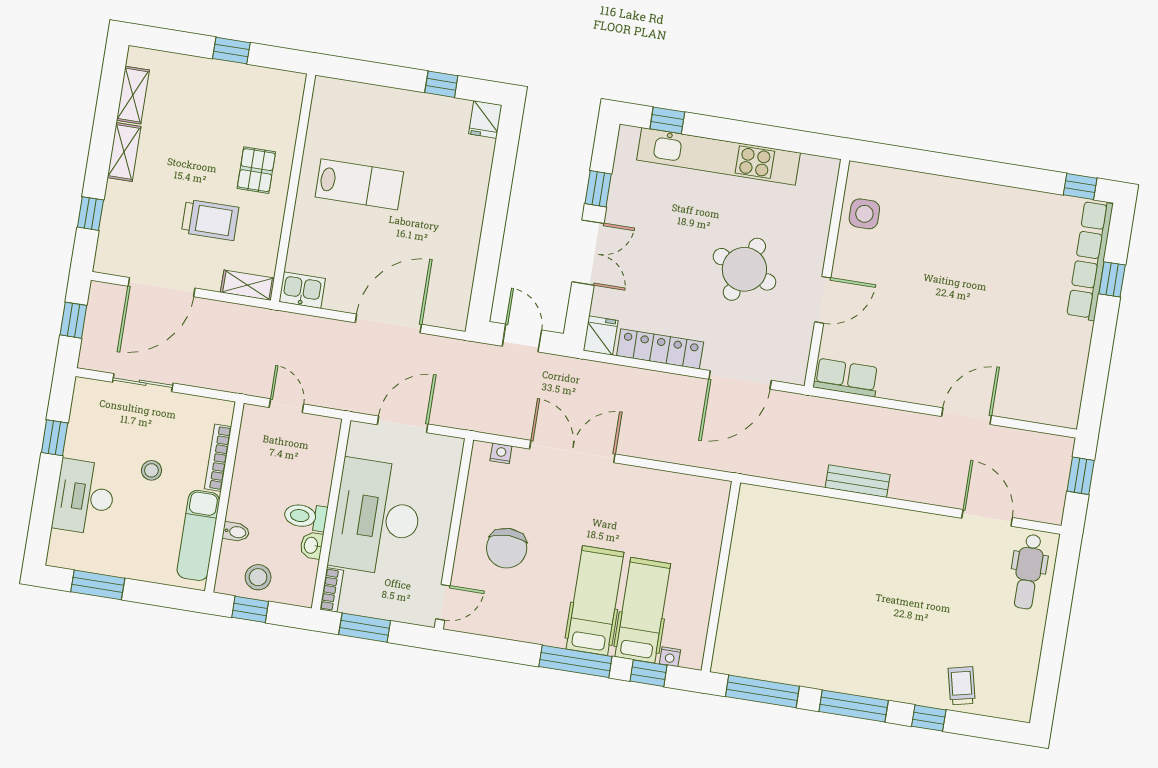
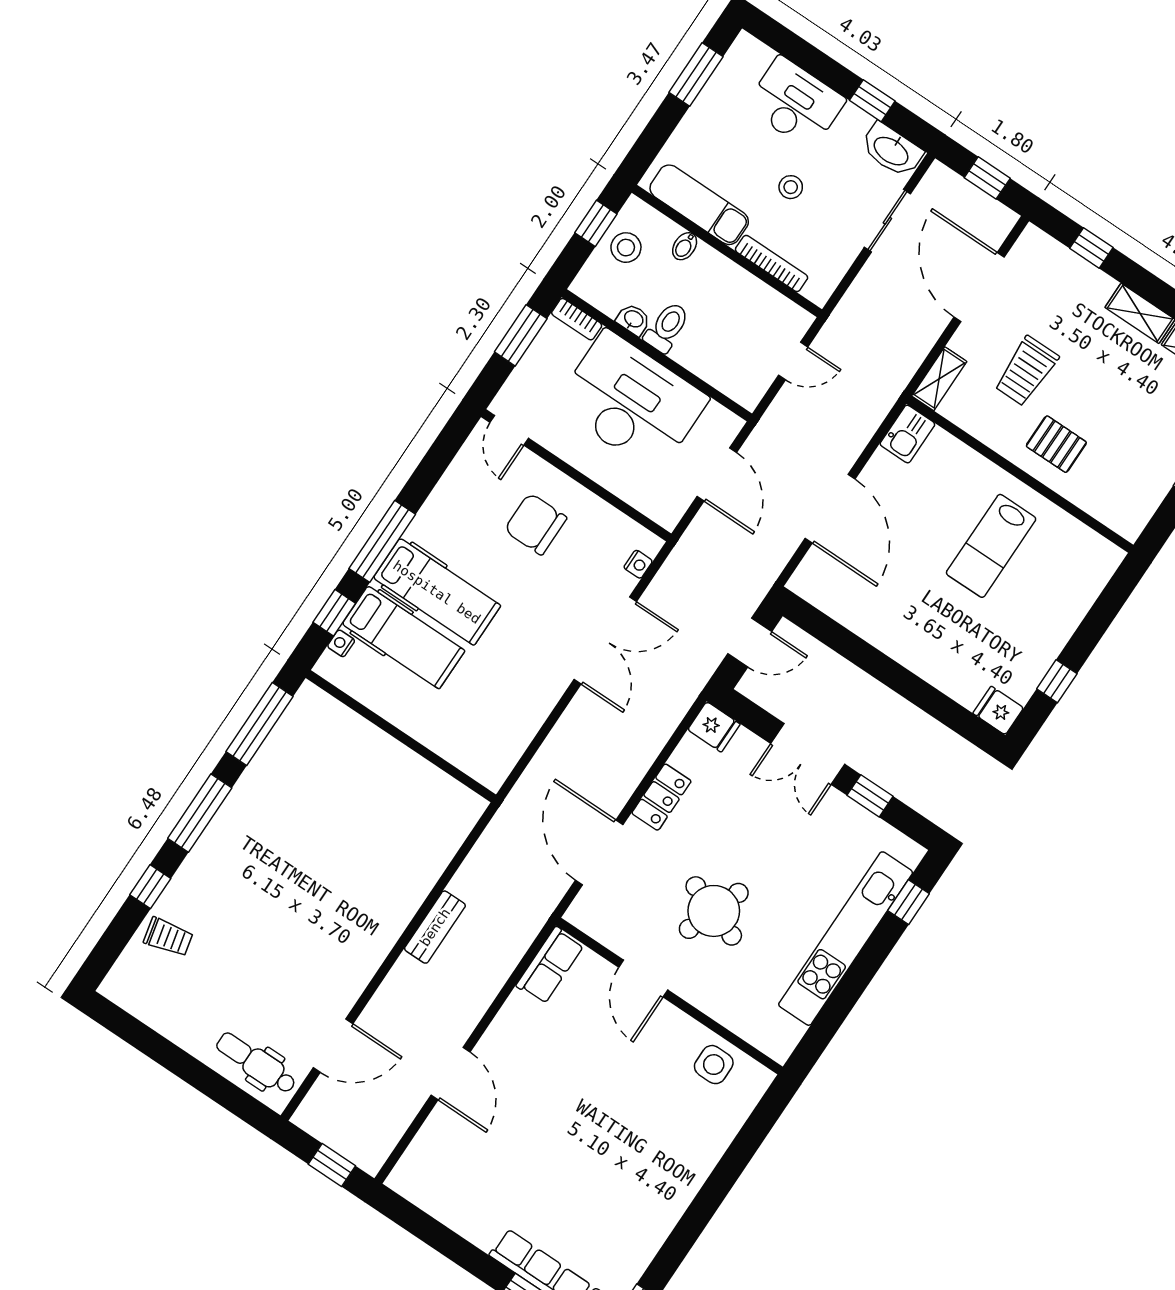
locker: (660, 349) -> (661, 797), width x0.66
washbasin: (86, 405) -> (892, 150), added

